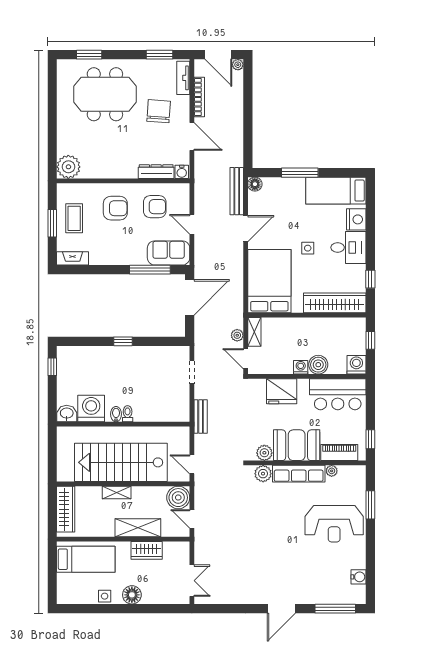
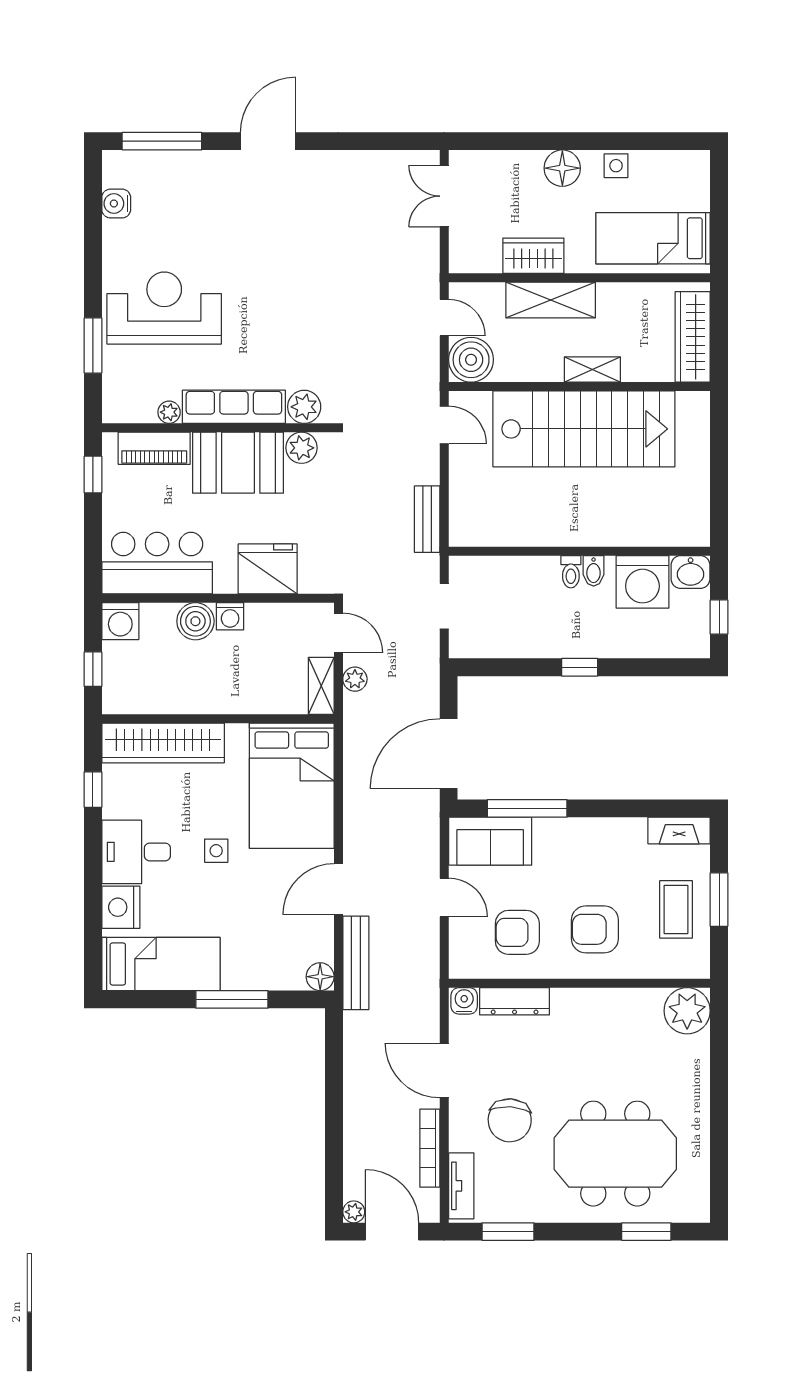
washing machine: (91, 409) -> (642, 582), moved
washbasin: (67, 414) -> (691, 572), moved
bidet: (116, 414) -> (594, 571), moved
toilet: (128, 414) -> (571, 572), moved
wall: (123, 424) -> (579, 551), moved

